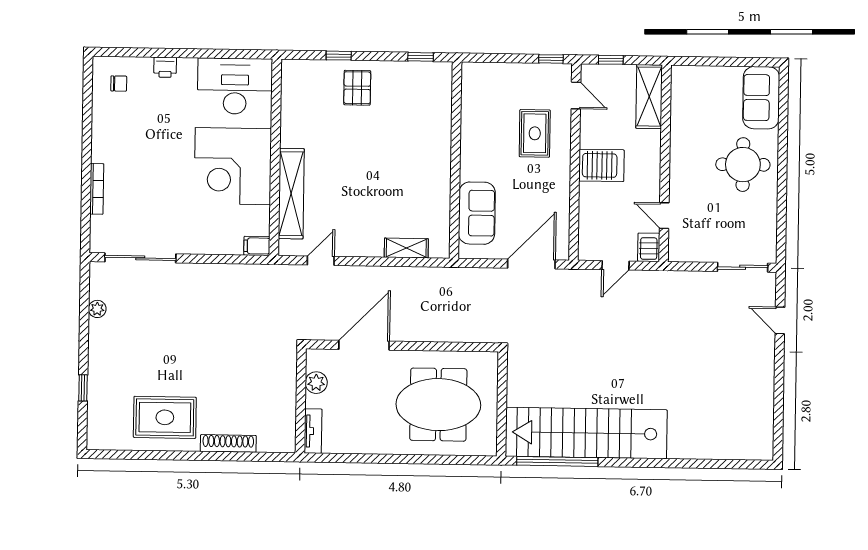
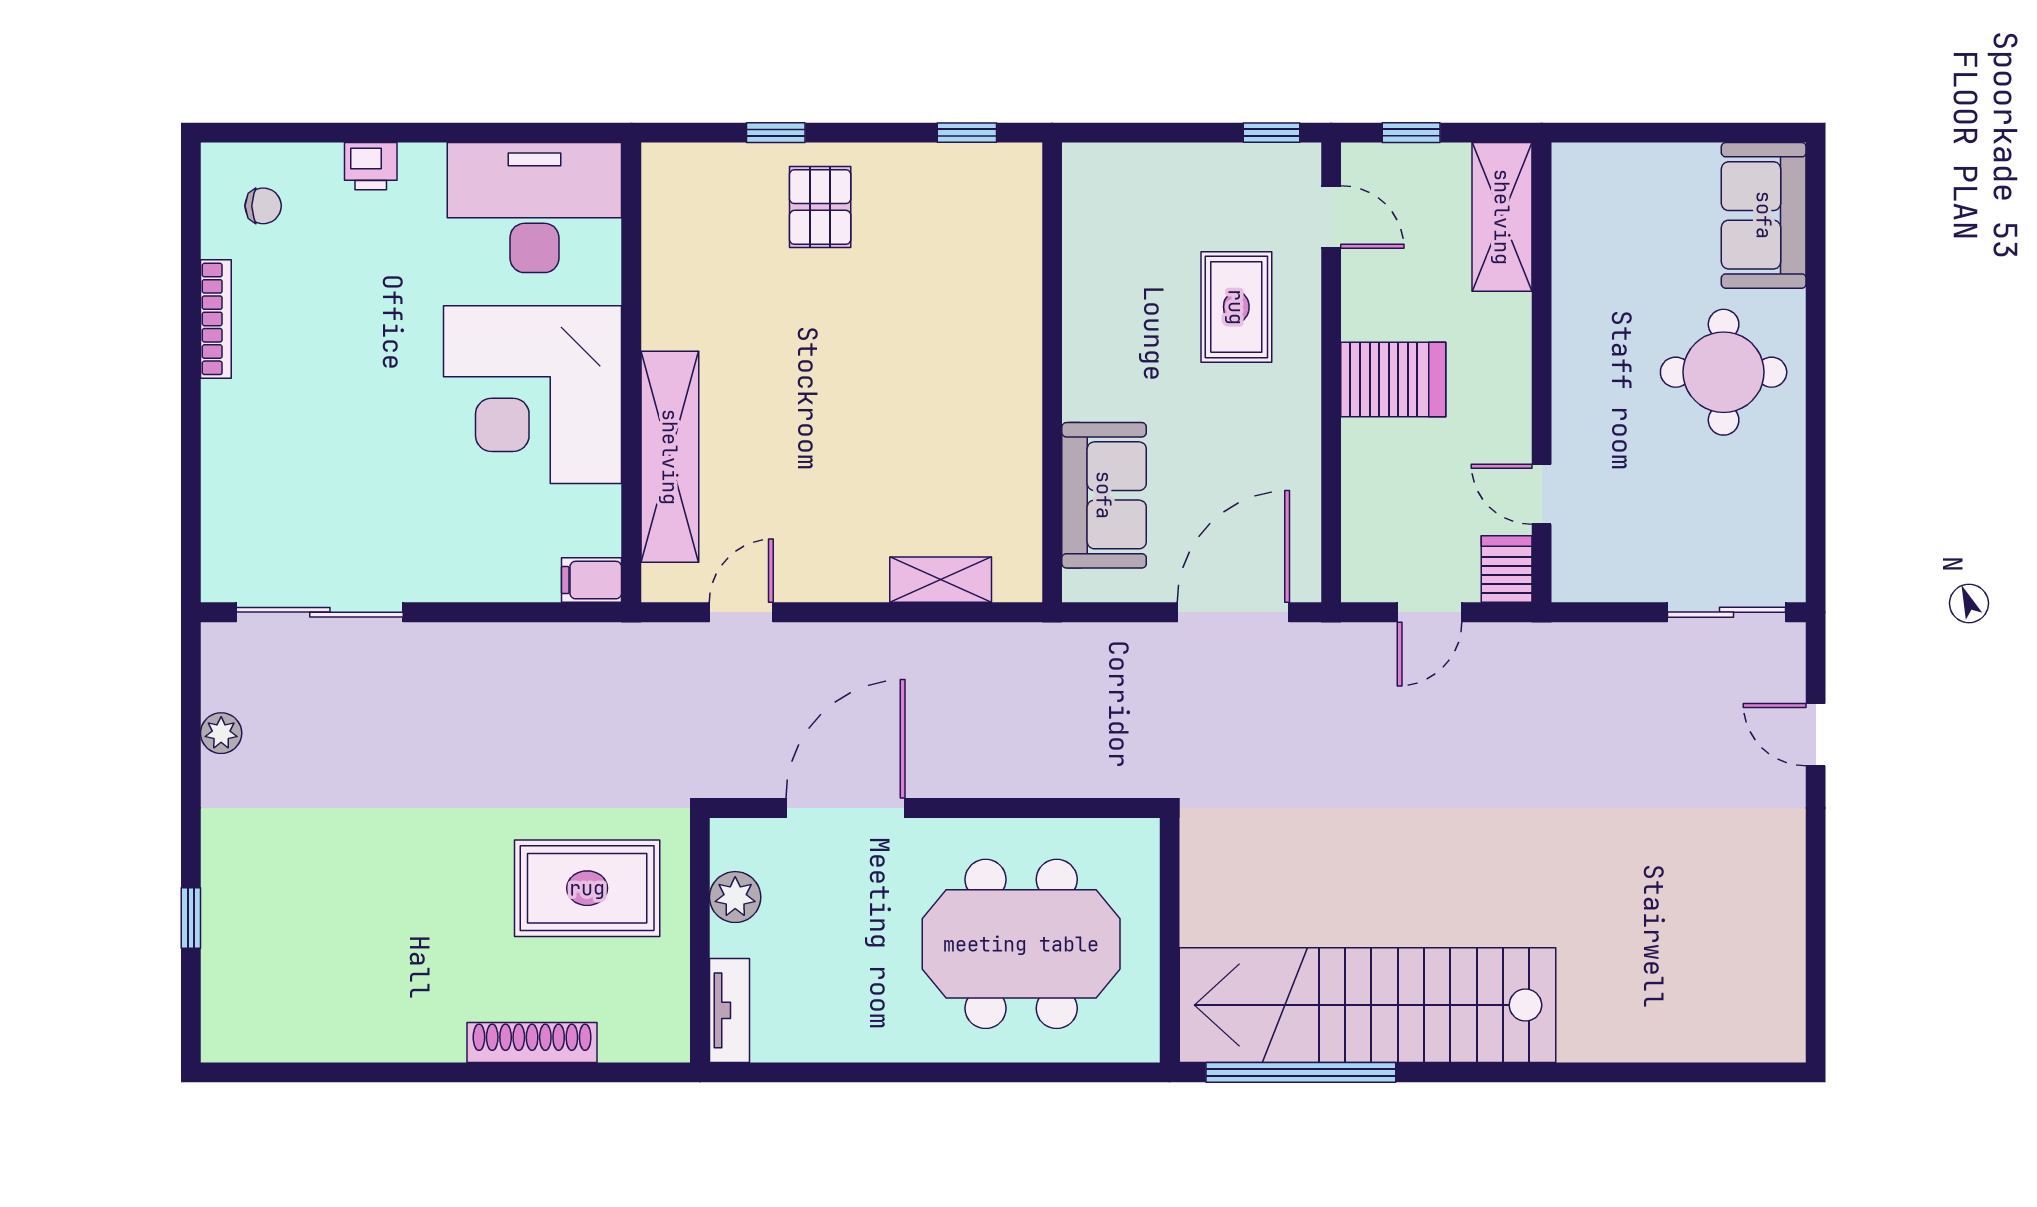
bookcase: (97, 189) -> (216, 319), moved
rug: (165, 417) -> (587, 888), moved

